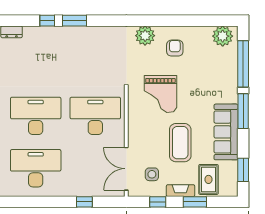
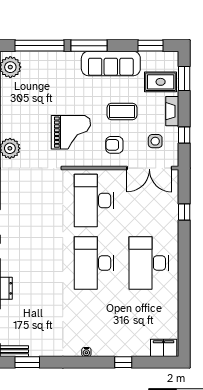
armchair: (175, 48) -> (114, 145), moved
coffee table: (180, 143) -> (122, 112), width x0.73, depth x0.76
window: (195, 202) -> (184, 79), moved

